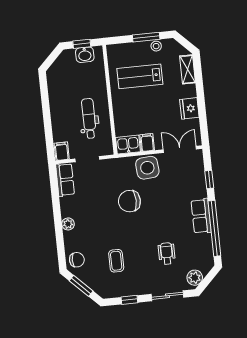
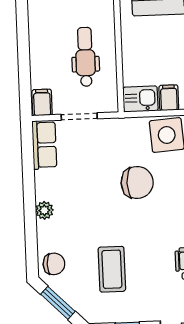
chair: (129, 201) -> (137, 182), turned 180
coffee table: (116, 261) -> (112, 269), width x1.36, depth x1.30

